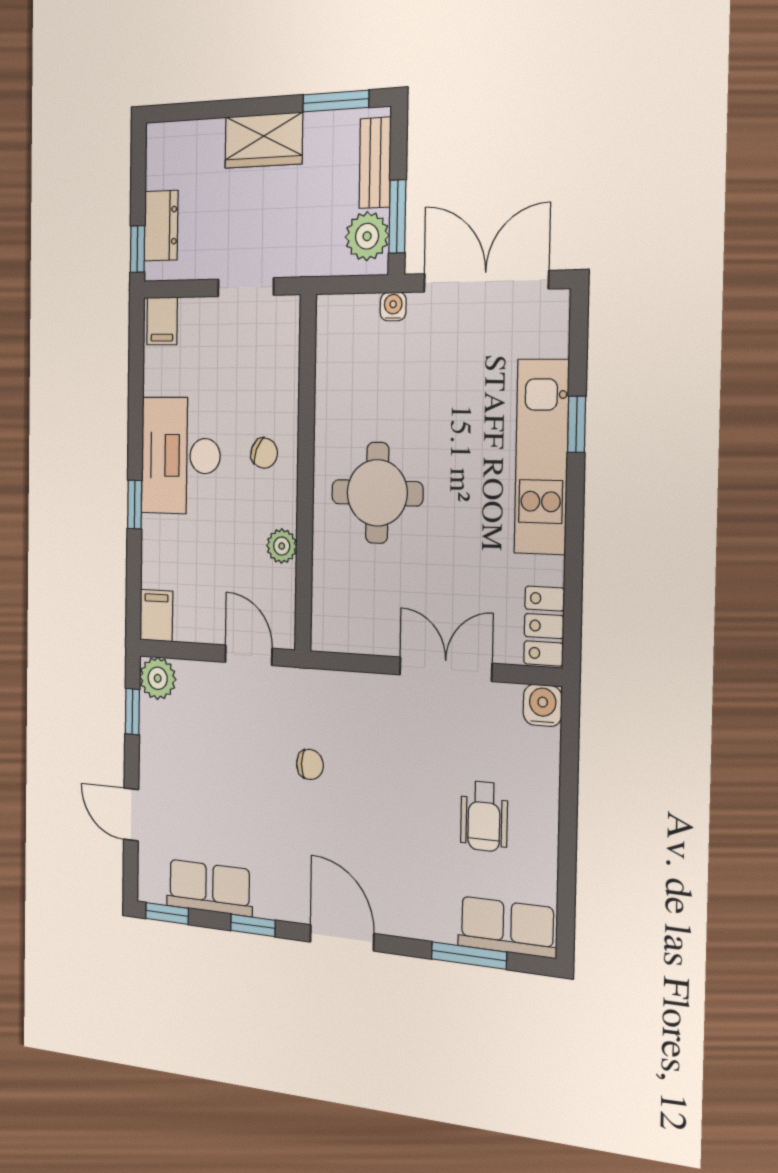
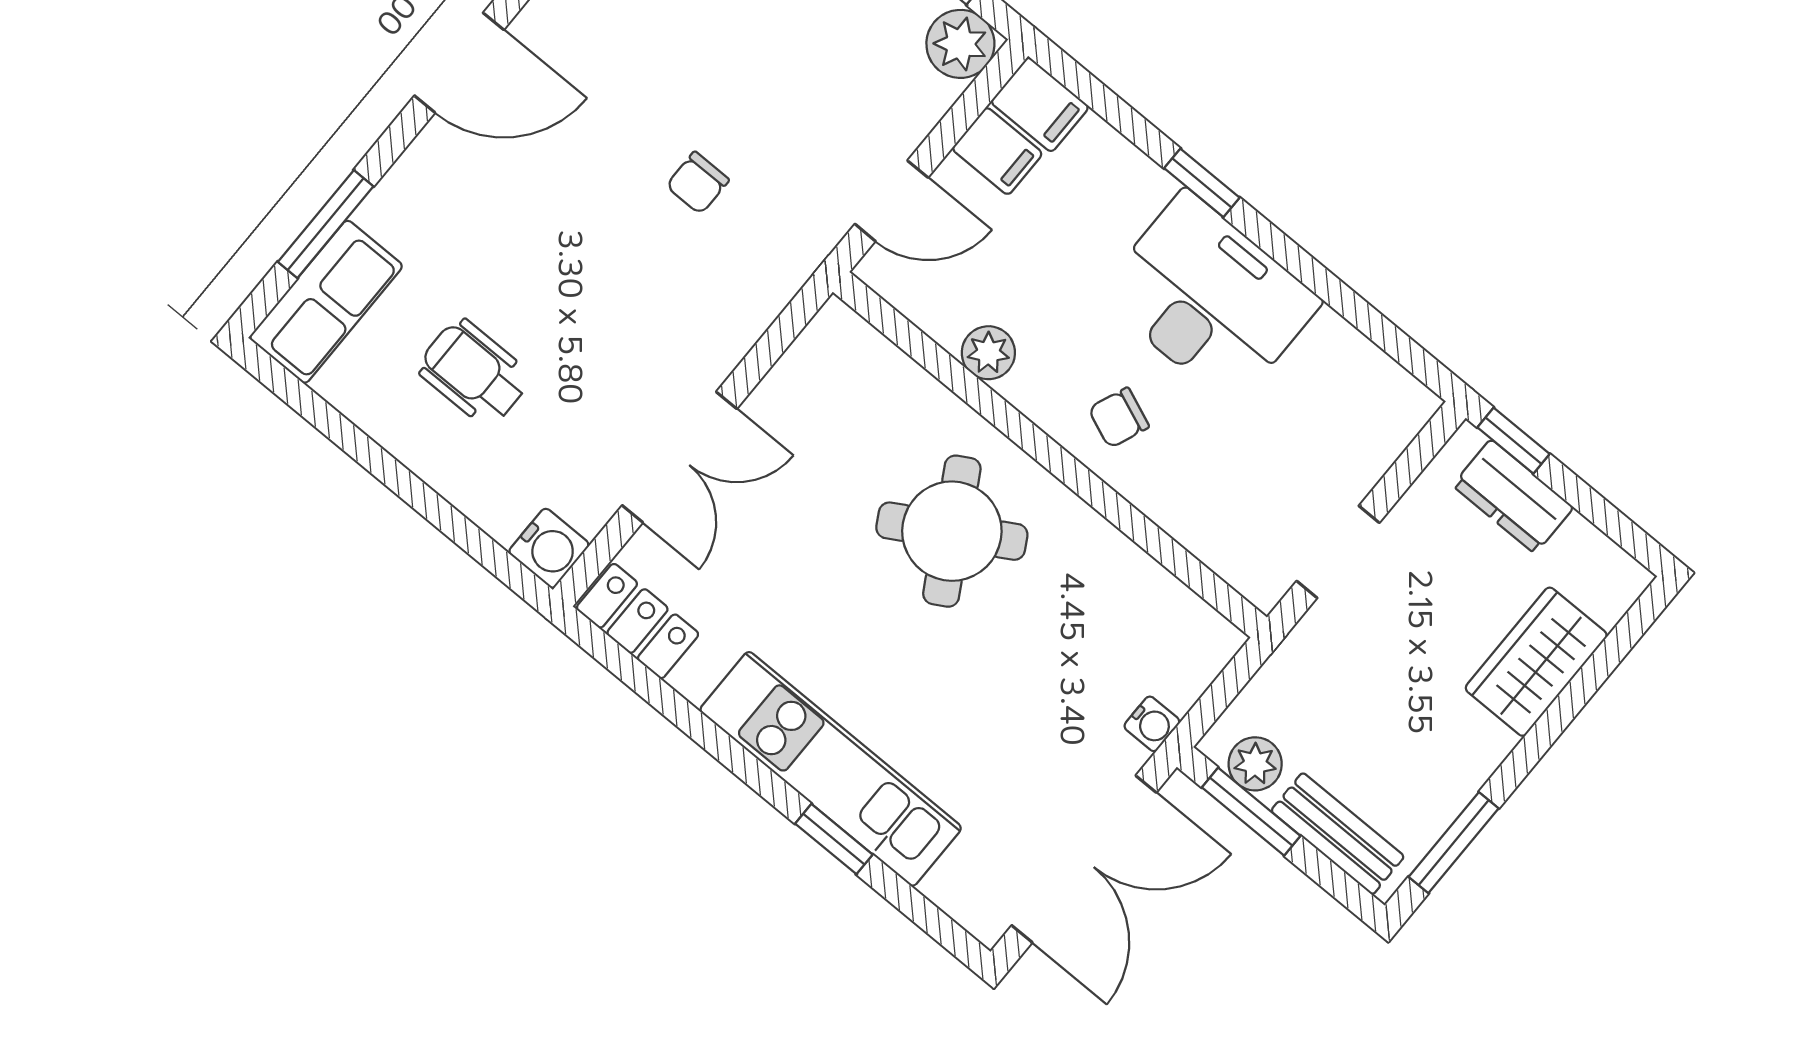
wardrobe: (264, 140) -> (1536, 662), moved
plant: (367, 236) -> (1255, 764), width x0.73, depth x0.73
filing cabinet: (162, 321) -> (997, 151), moved, turned 180
round table: (377, 493) -> (952, 531), turned -30

